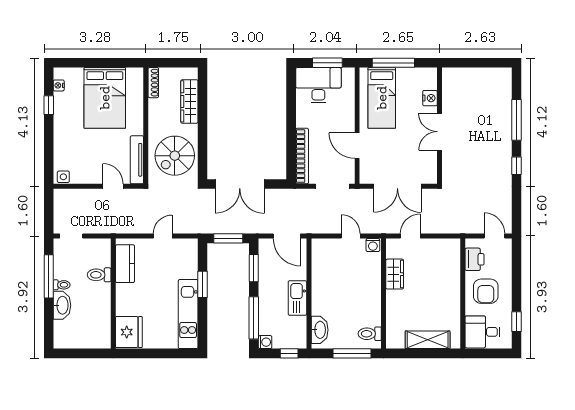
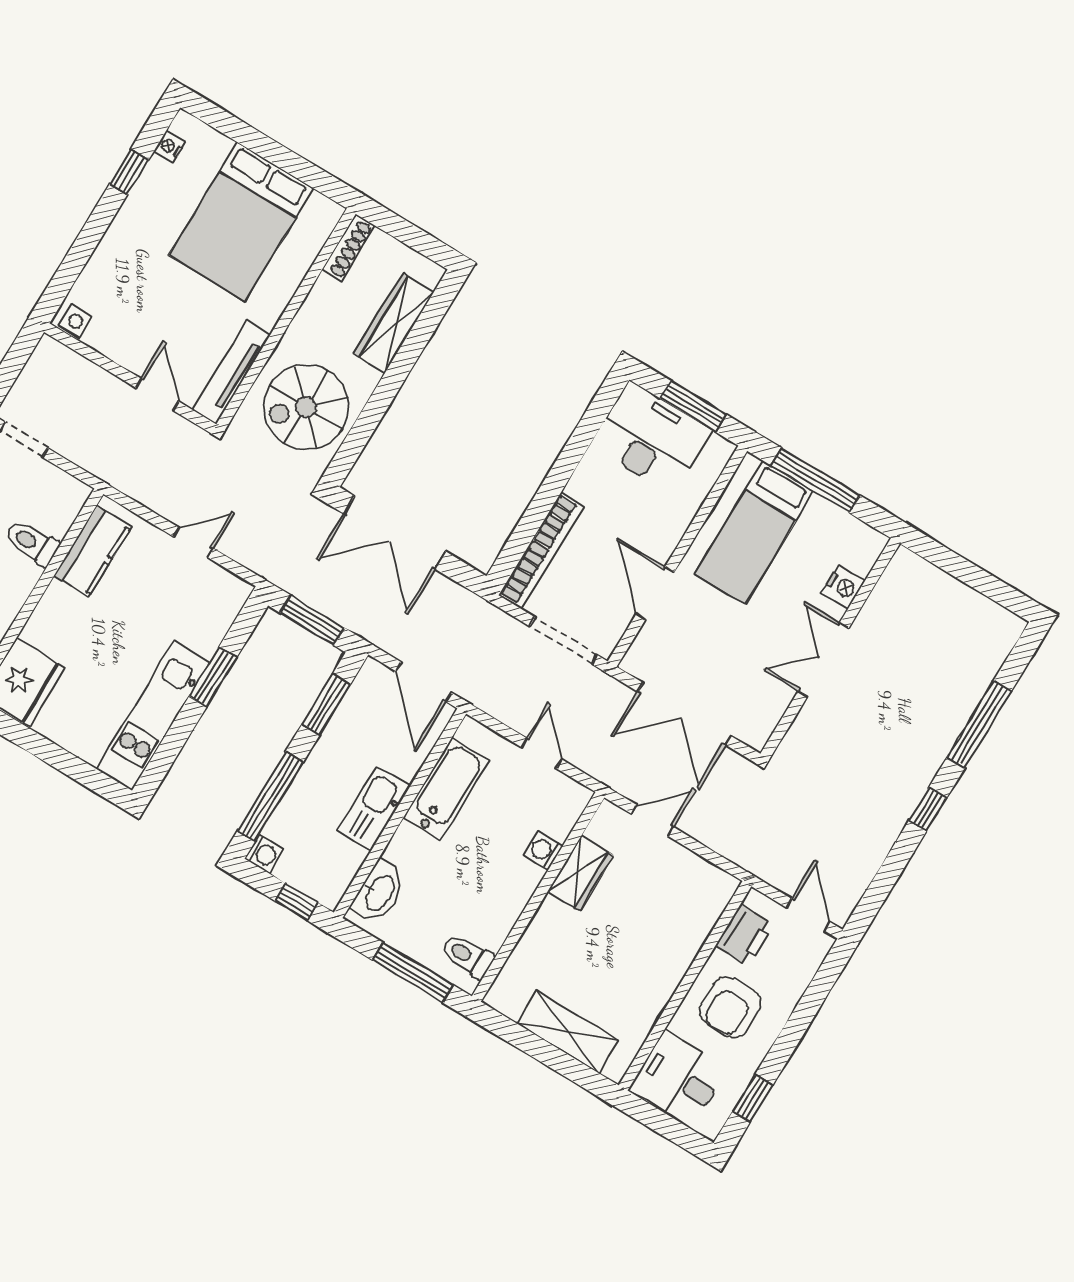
washing machine: (373, 245) -> (543, 851), moved, turned 90
bathtub: (321, 273) -> (446, 789), added

